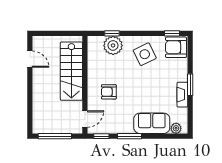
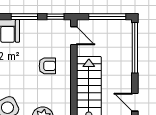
window: (30, 108) -> (135, 48), added
door: (85, 119) -> (74, 36), swing flipped

